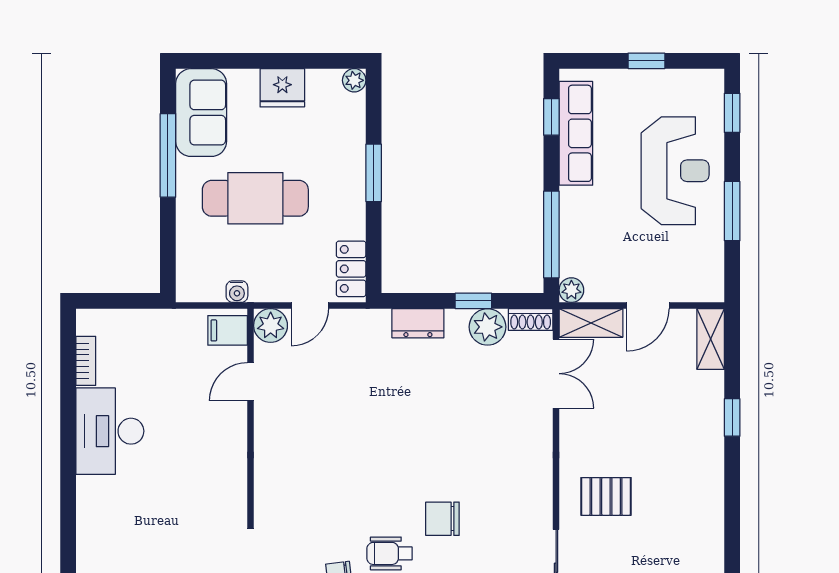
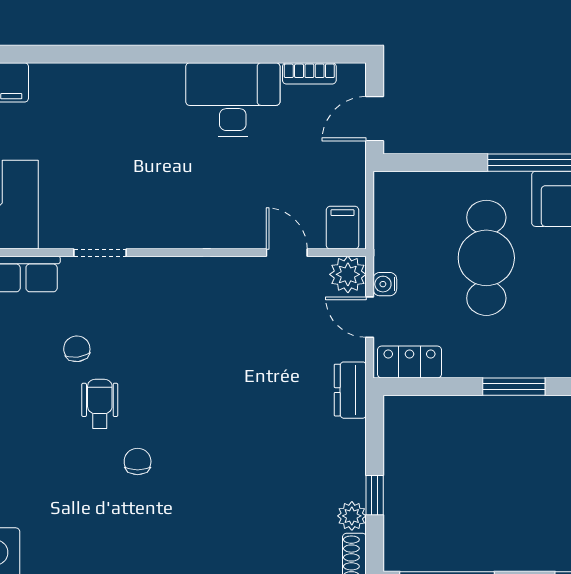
water cooler: (237, 292) -> (385, 284), moved
door: (127, 301) -> (375, 119), added
dresser: (418, 323) -> (350, 390), moved
plant: (488, 327) -> (352, 516), width x0.73, depth x0.73
chair: (442, 519) -> (138, 461), width x0.73, depth x0.73

